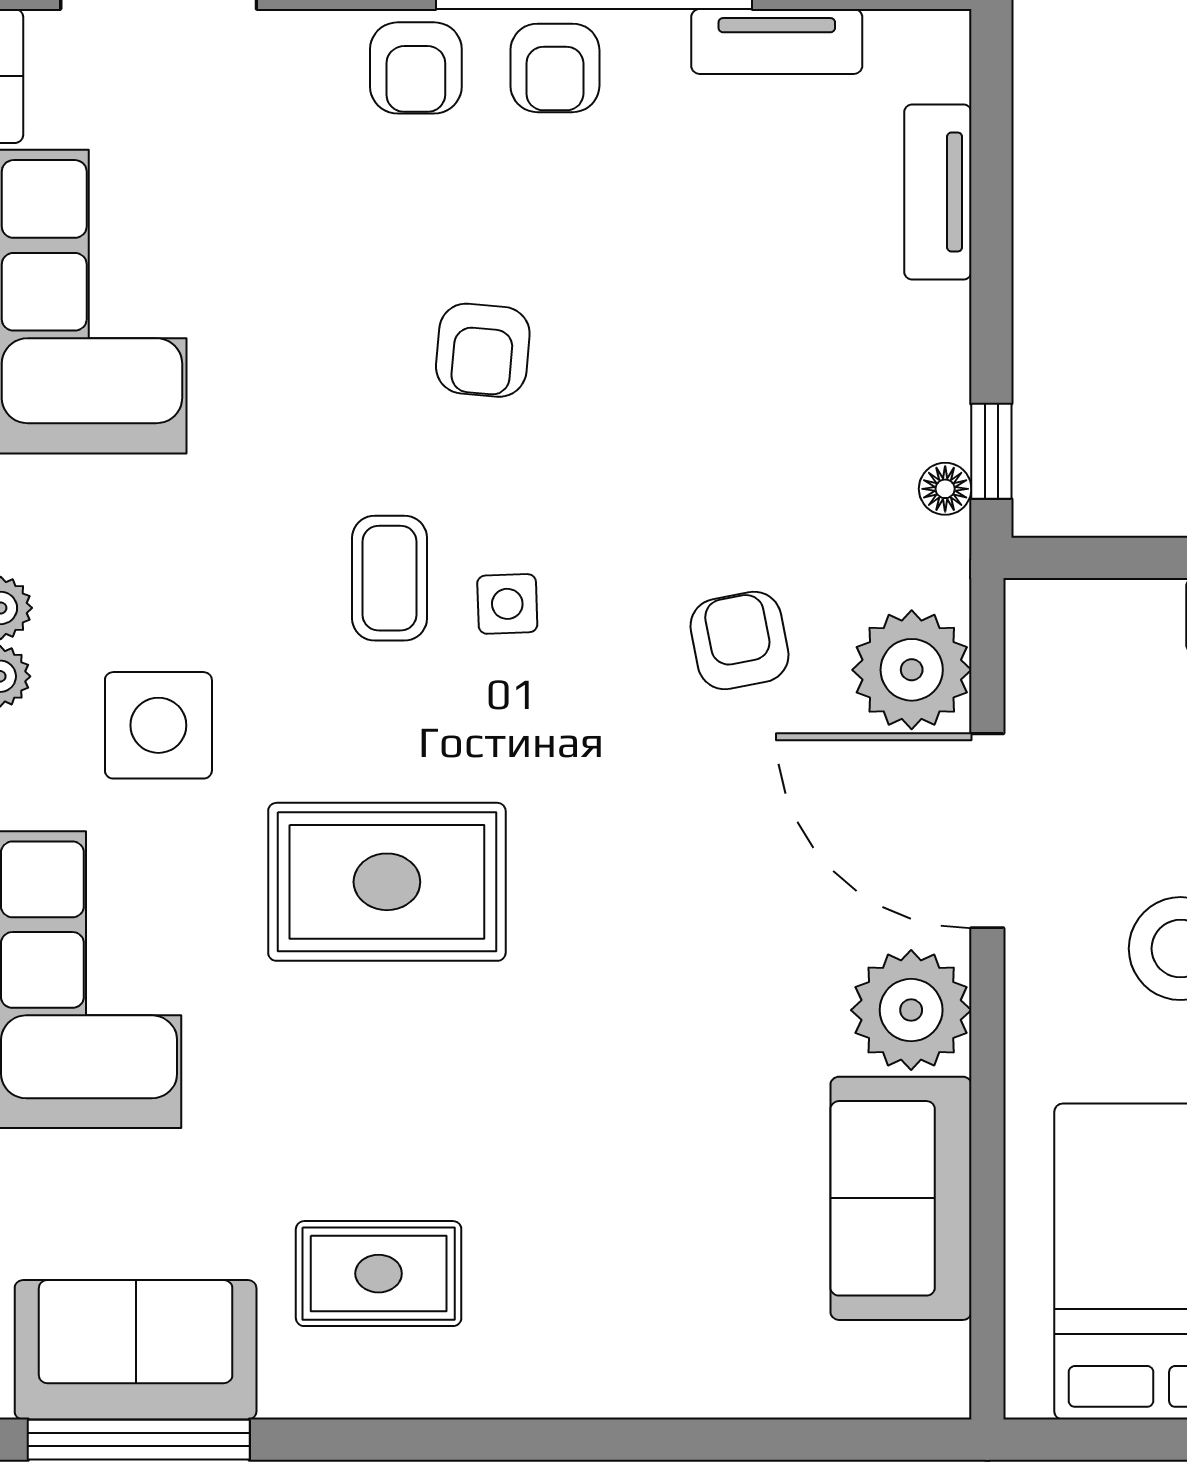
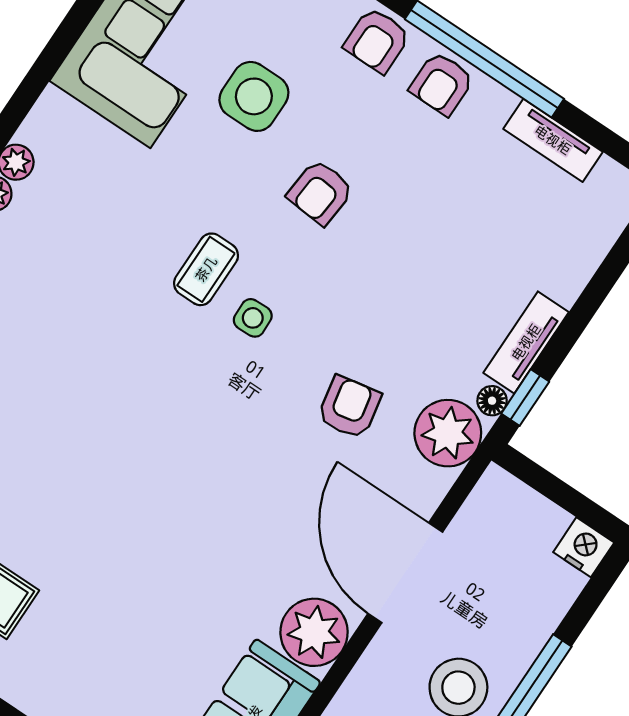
tv unit: (938, 192) -> (526, 342), moved
plant: (912, 670) -> (448, 433), moved
side table: (158, 725) -> (254, 96), moved
rug: (387, 882) -> (110, 410), removed

